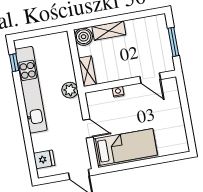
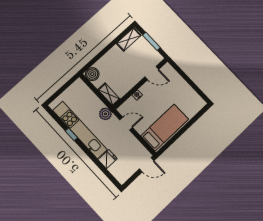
shelving: (109, 31) -> (129, 39), moved
window: (14, 63) -> (71, 134), moved
door: (88, 128) -> (126, 124), moved
fridge: (44, 159) -> (108, 159), moved

